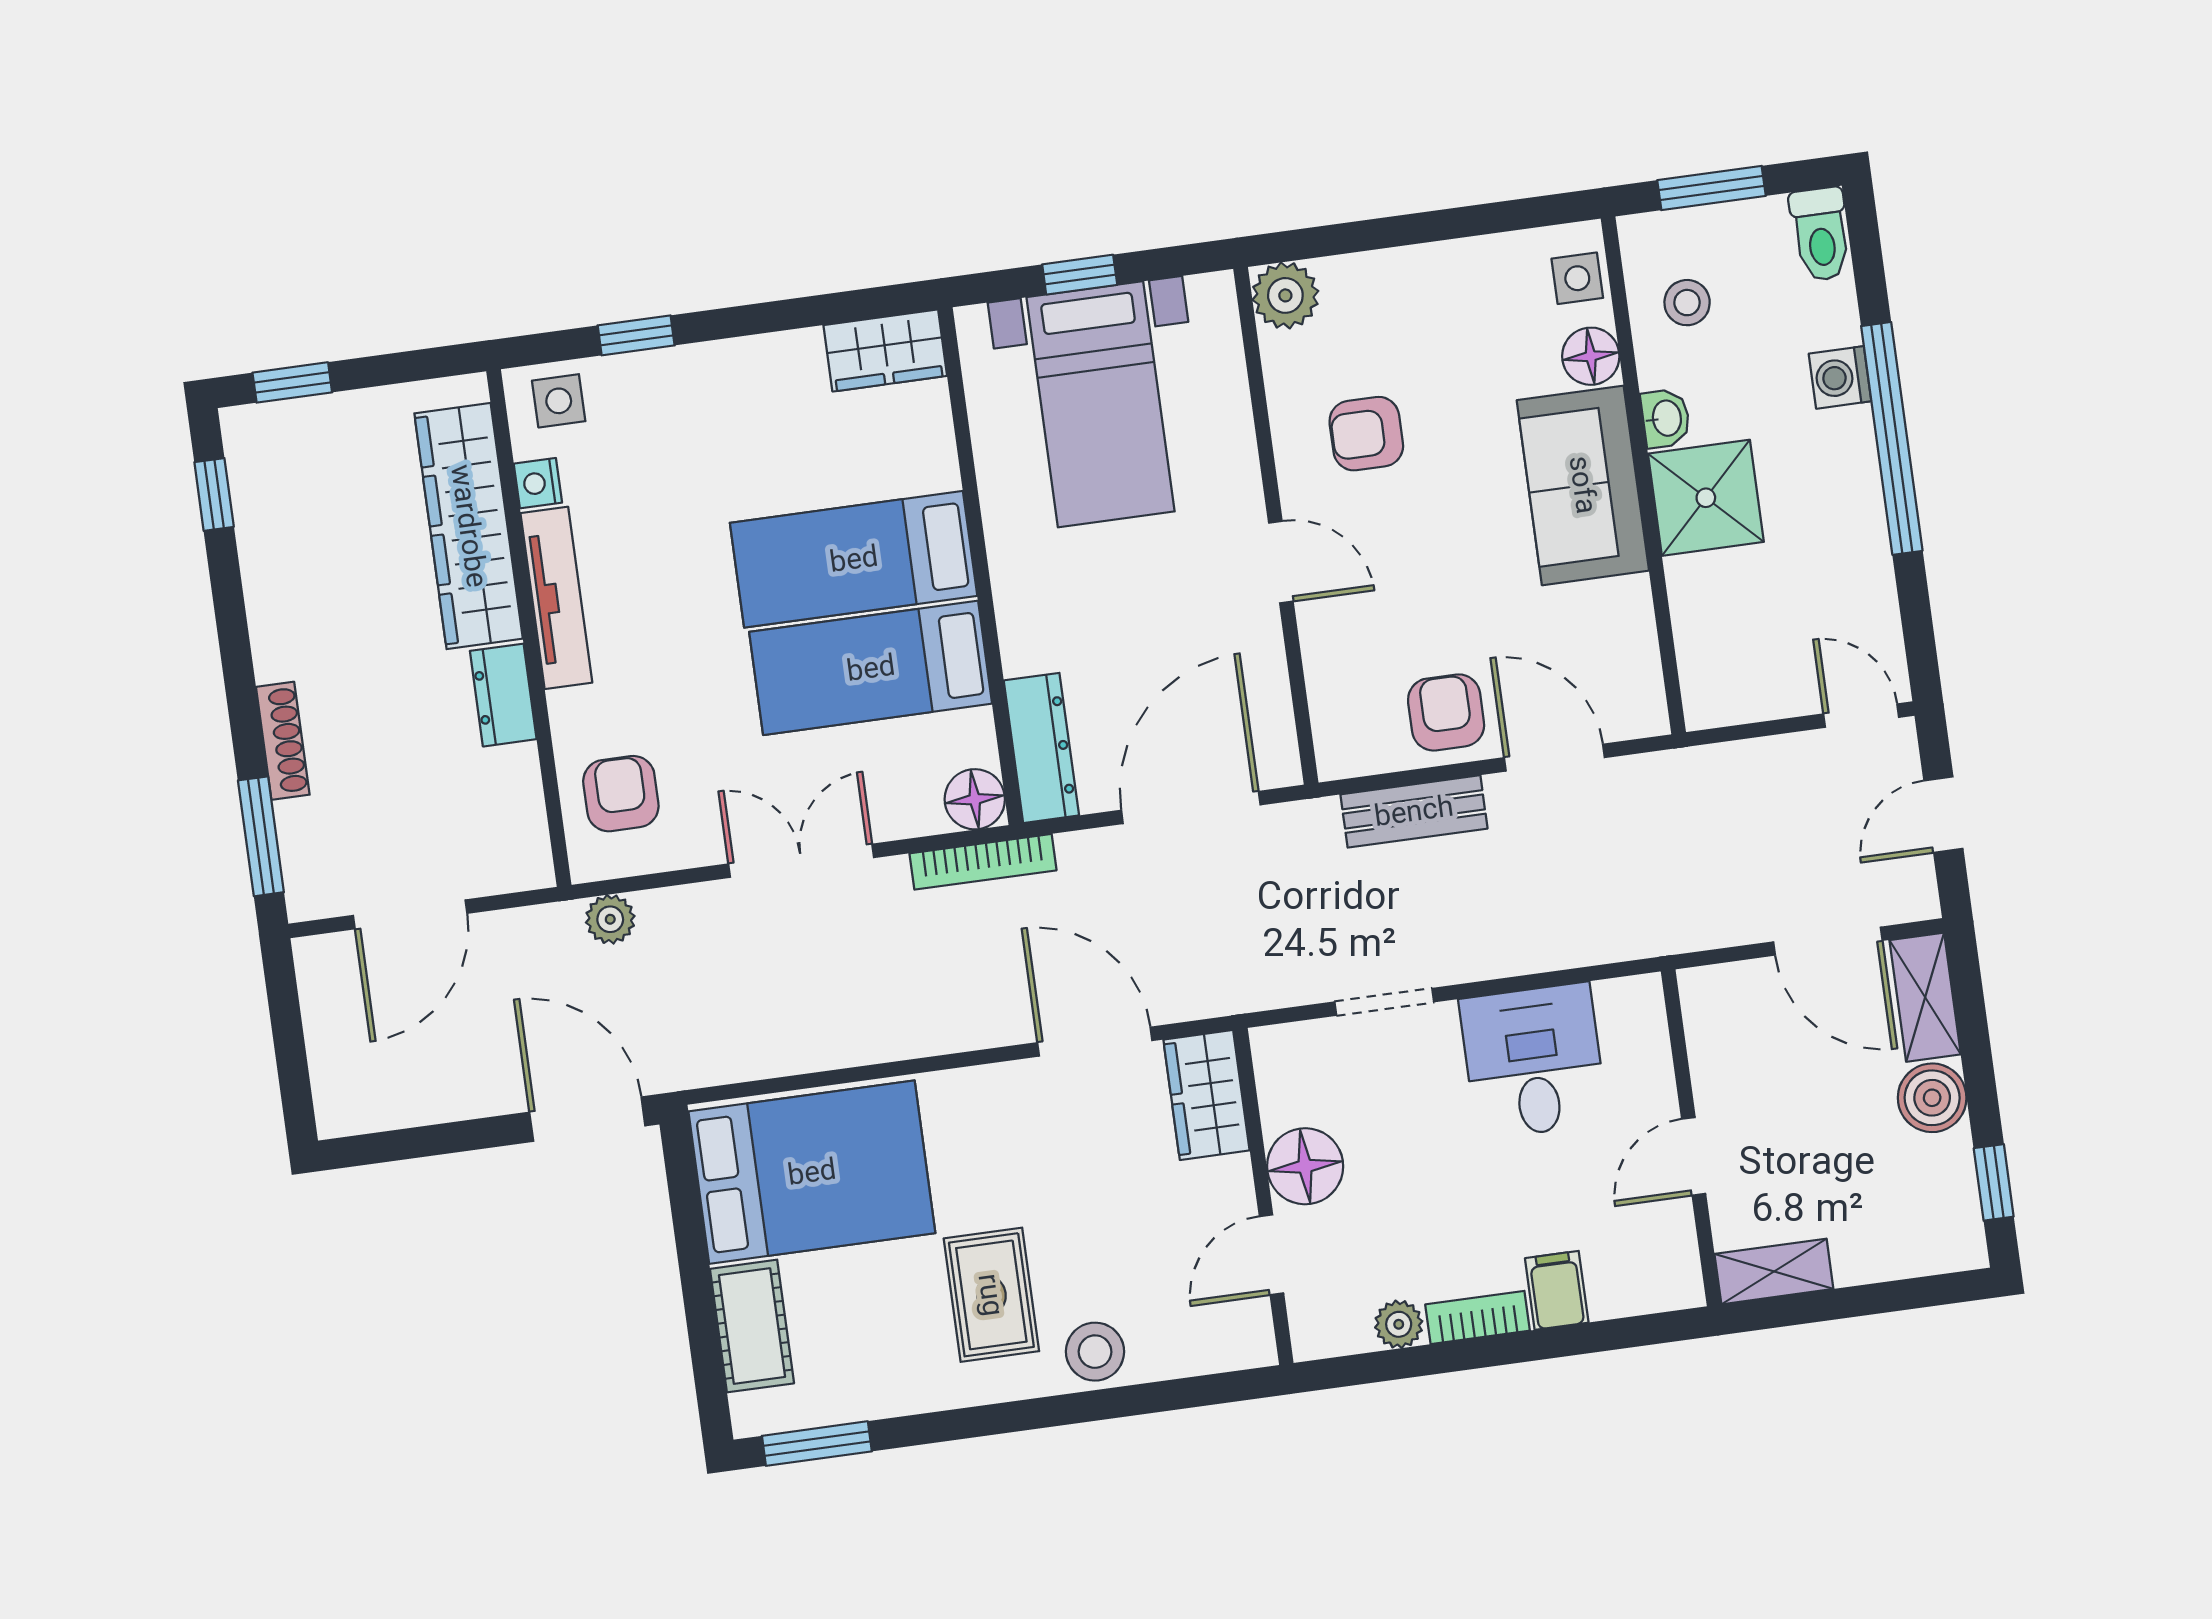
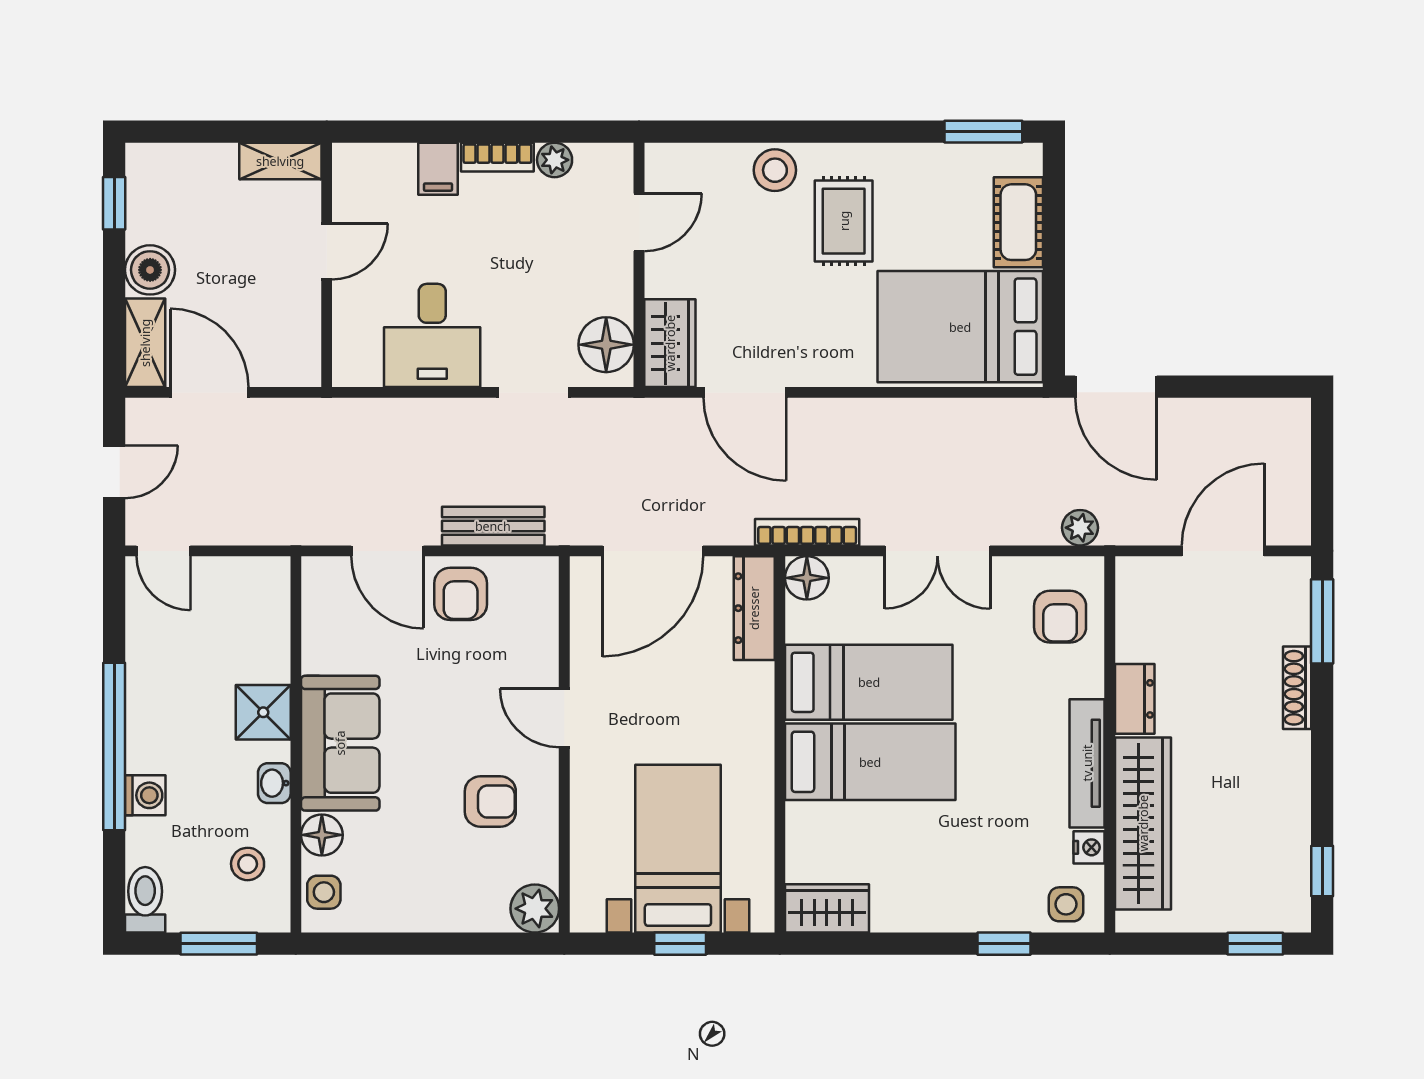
shower: (1706, 498) -> (263, 712), width x0.73, depth x0.73
floor lamp: (1305, 1166) -> (606, 345), moved

